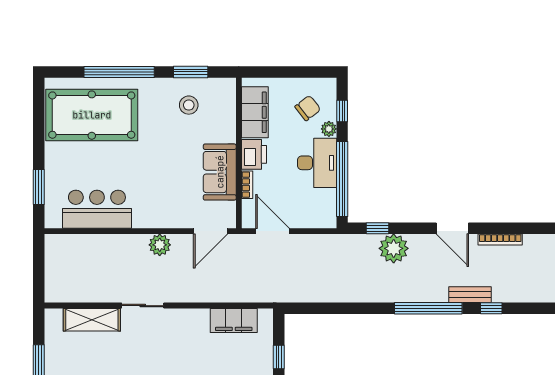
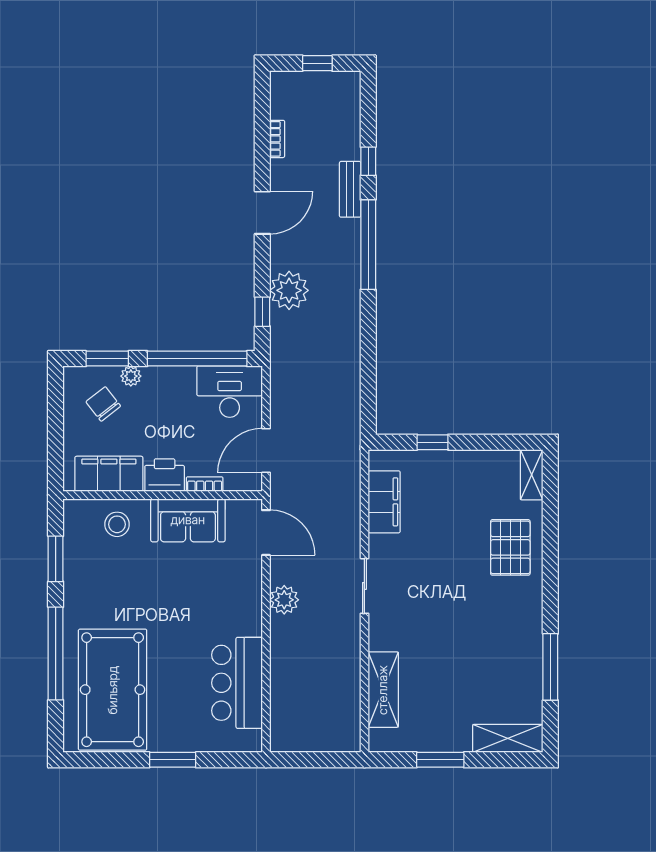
stool: (189, 105) -> (117, 524), moved
window: (342, 111) -> (107, 359), width x1.50
desk: (317, 163) -> (230, 392), moved
window: (39, 187) -> (173, 760), moved
bookcase: (500, 239) -> (277, 139), width x0.64
sliding door: (143, 306) -> (364, 586), moved

